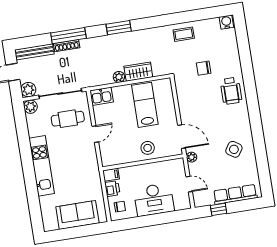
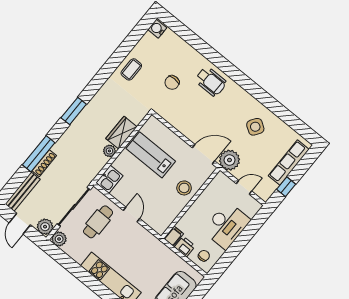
plant: (192, 157) -> (230, 160), width x1.88, depth x1.88

